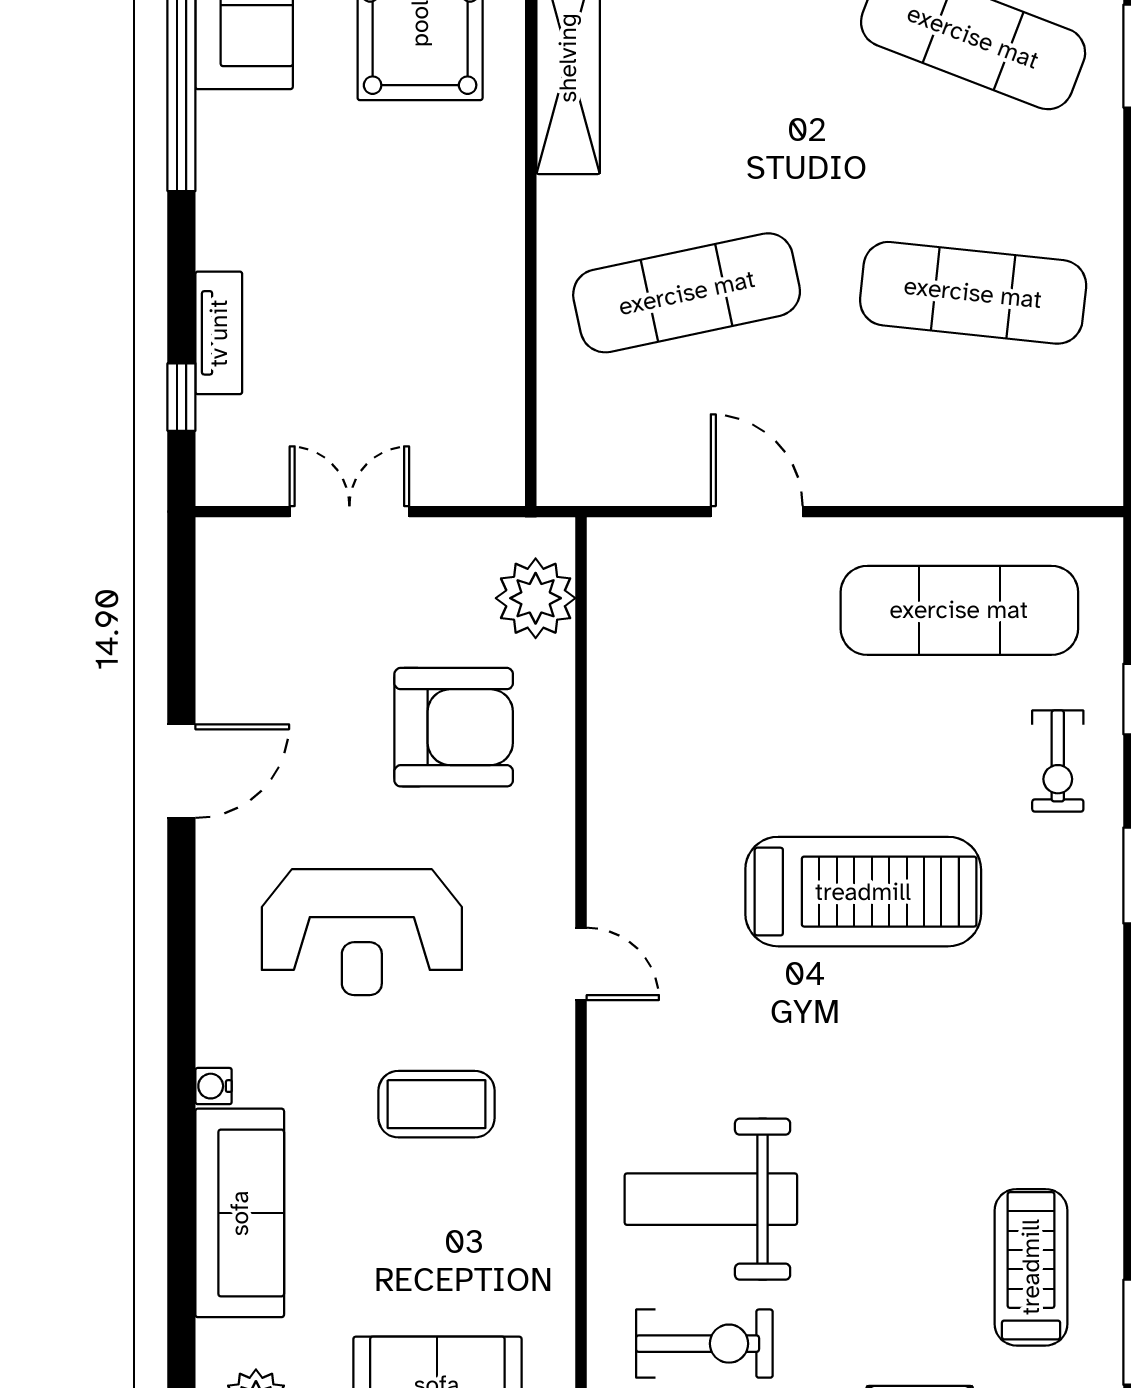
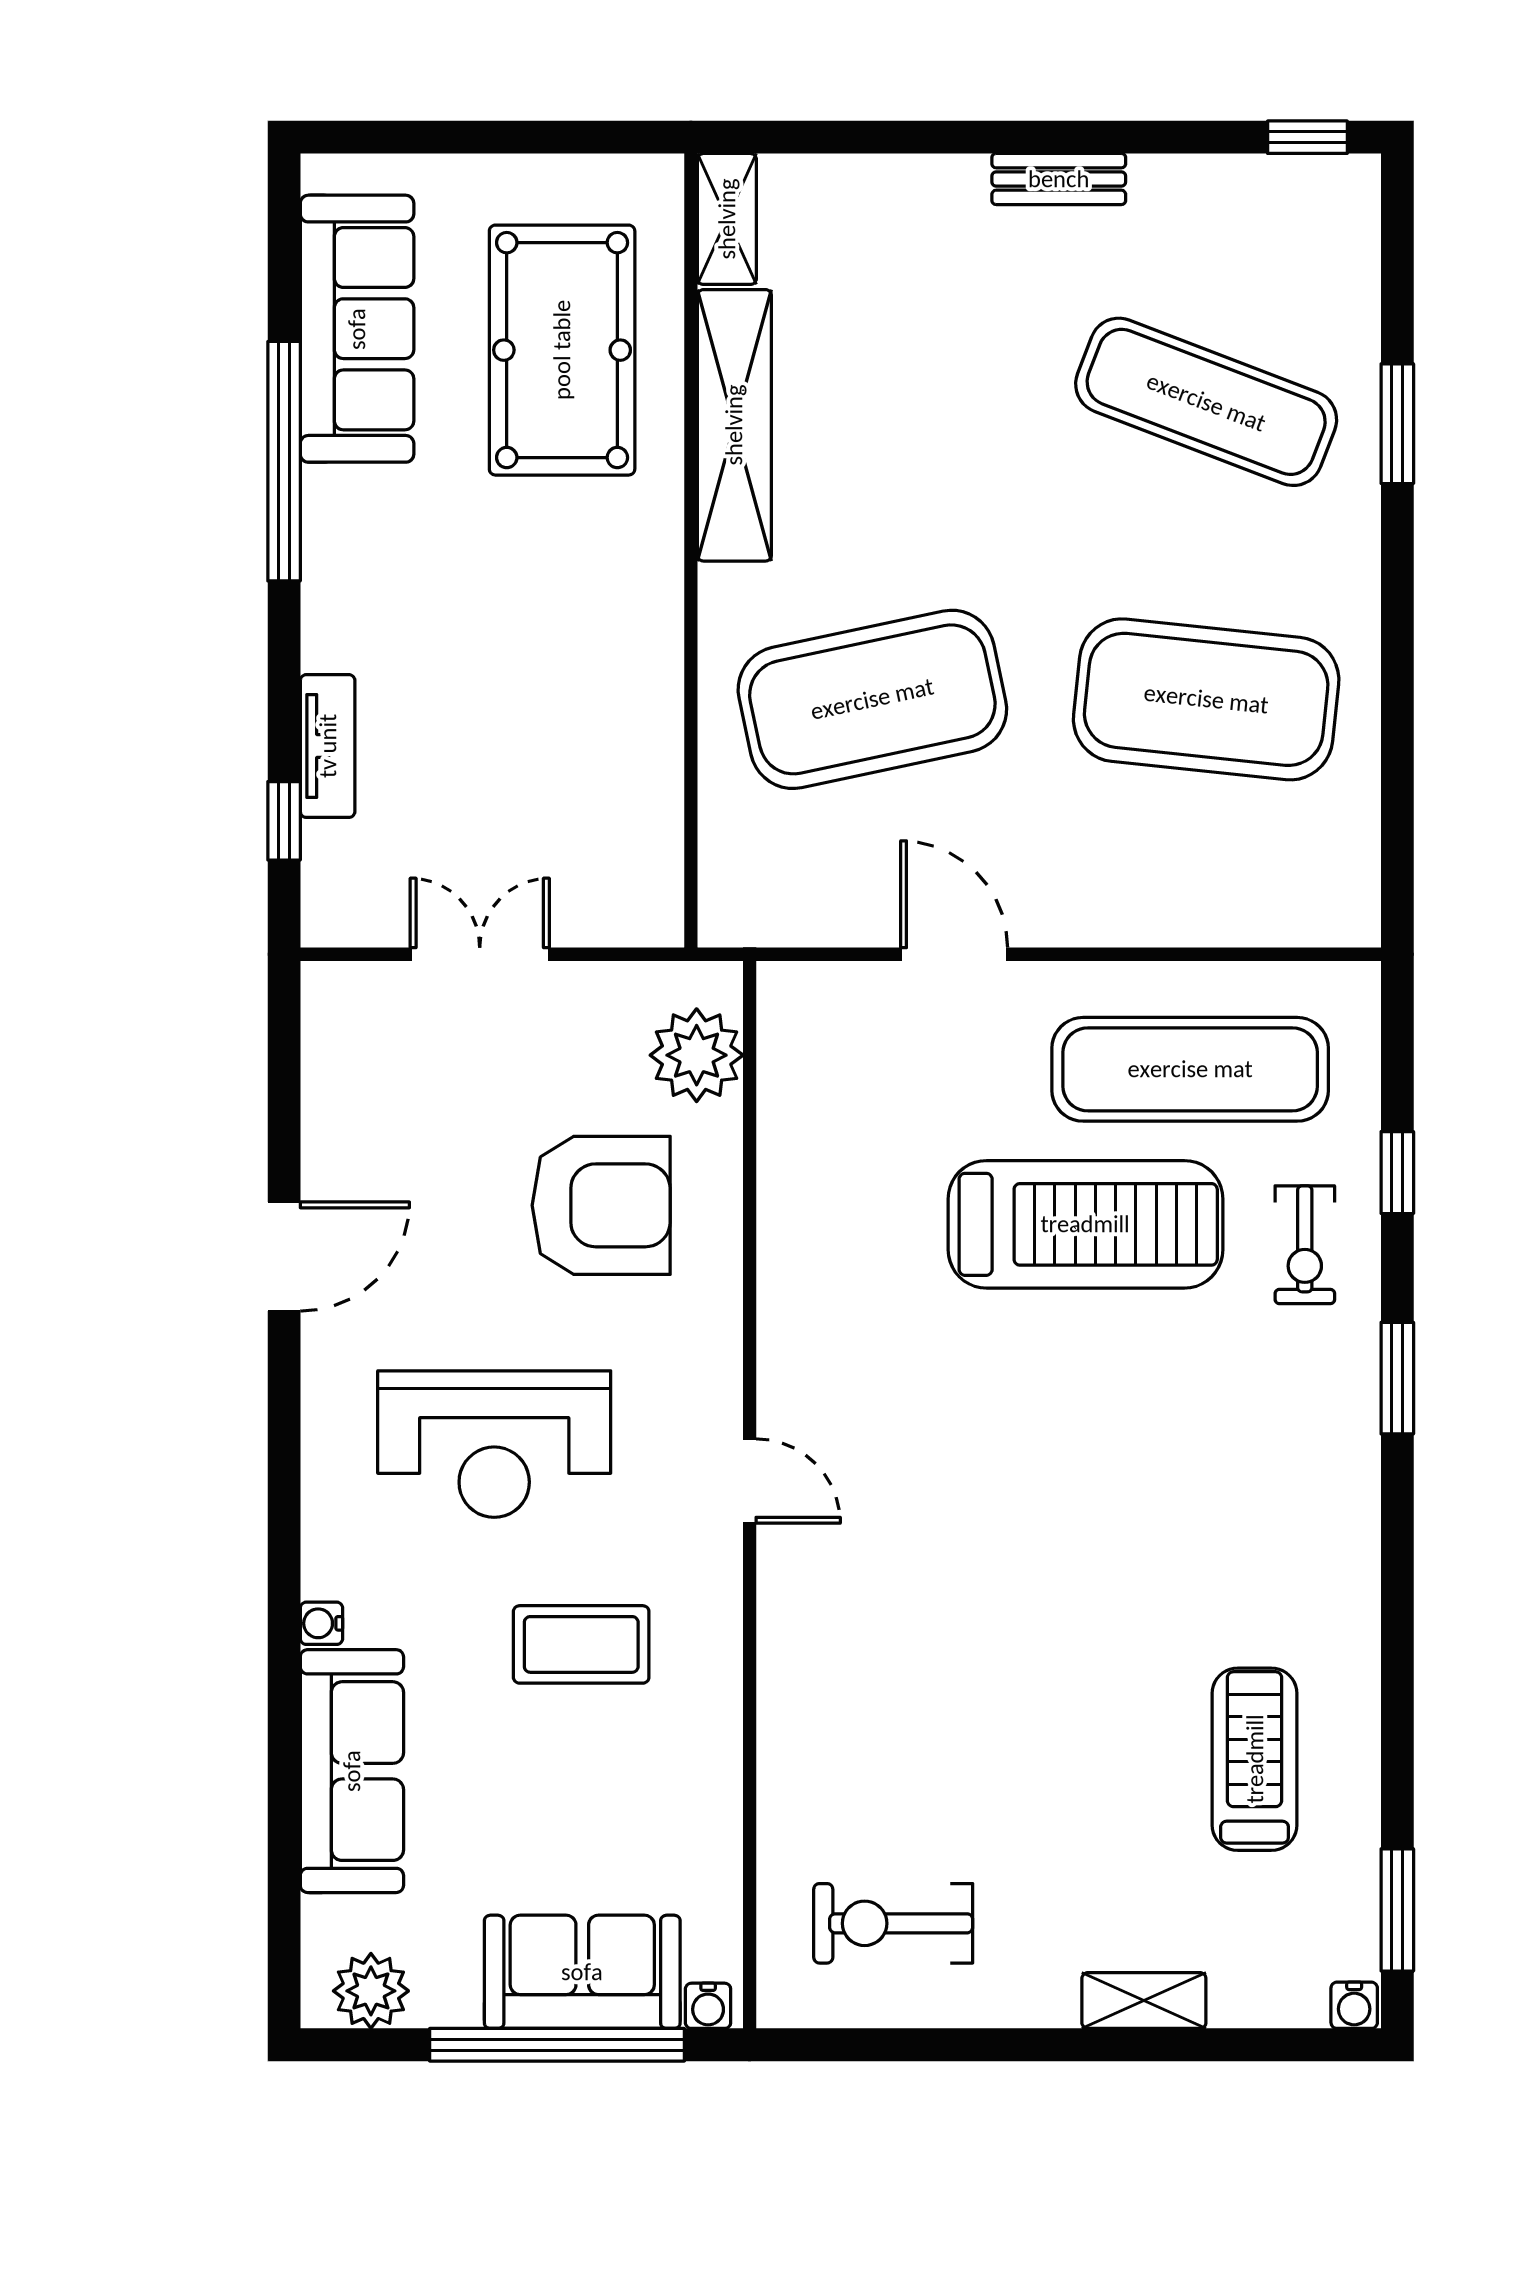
exercise mat: (687, 293) -> (872, 699), width x1.47
exercise mat: (973, 293) -> (1206, 699), width x1.47
treadmill: (863, 892) -> (1085, 1224), moved
weight bench: (711, 1199) -> (901, 1755), removed
treadmill: (1031, 1267) -> (1255, 1759), moved
exercise bike: (704, 1344) -> (893, 1923), turned 180

